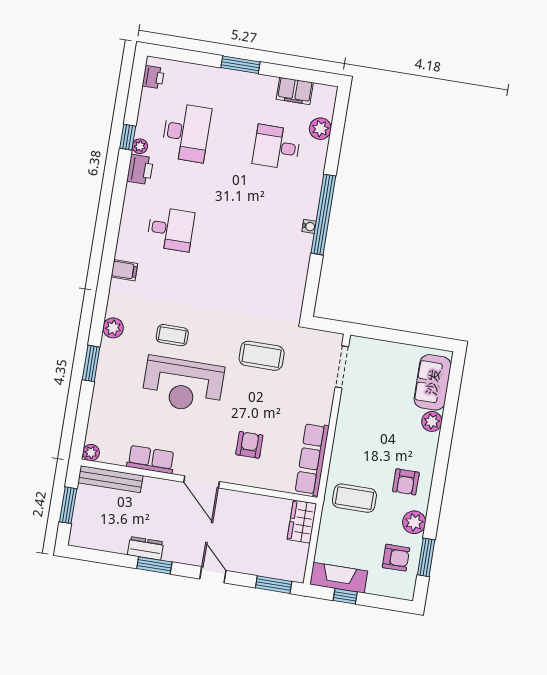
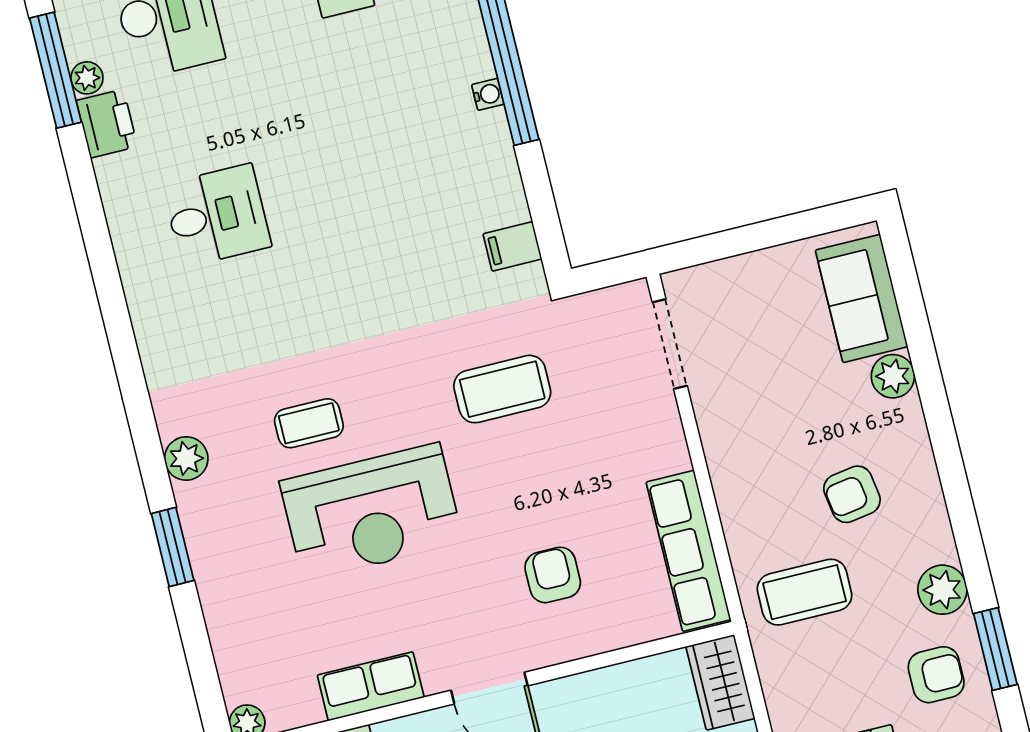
window: (128, 137) -> (55, 70), width x2.17
filing cabinet: (124, 270) -> (512, 246), moved, turned 180
armchair: (406, 482) -> (852, 494), moved, turned 81

